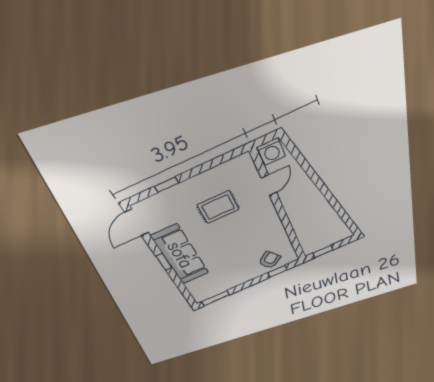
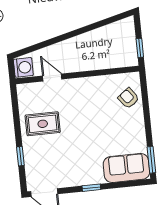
rug: (218, 207) -> (43, 124), moved, turned 90
sofa: (180, 255) -> (126, 168), moved, width x0.73
window: (277, 271) -> (145, 95), removed

